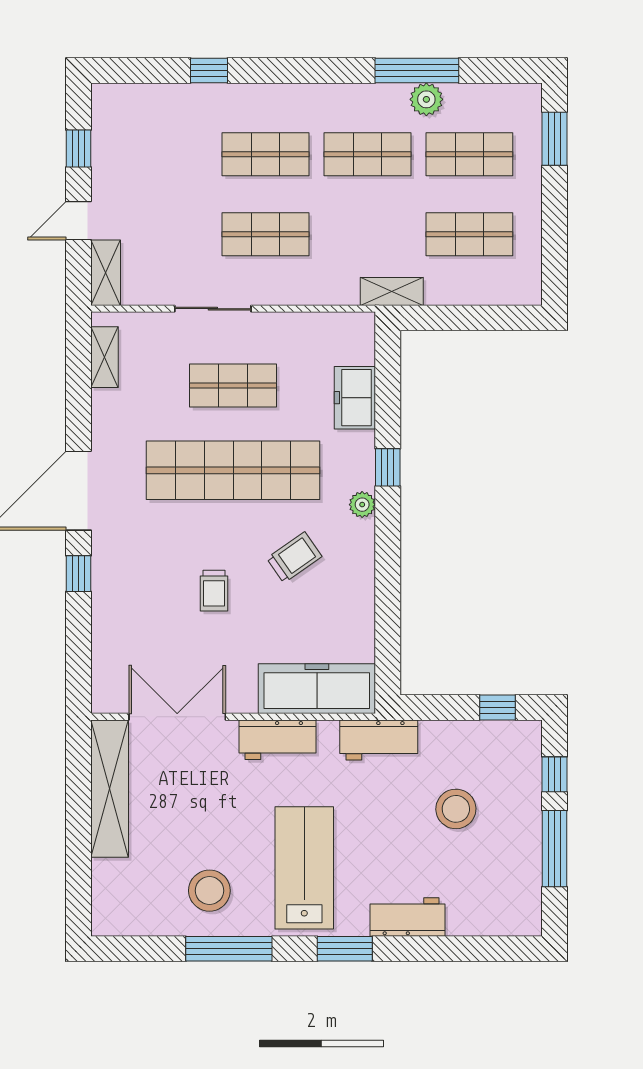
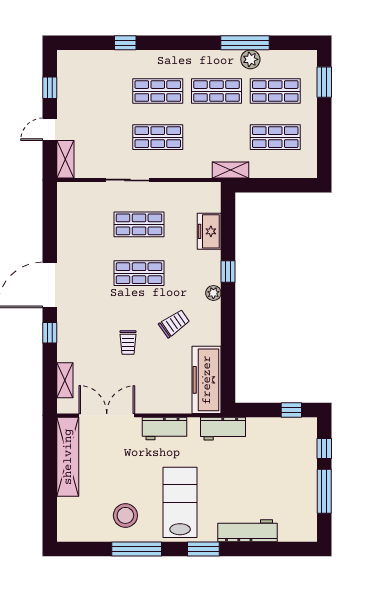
shelving: (104, 357) -> (65, 380), moved
shop shelf: (233, 470) -> (139, 273), width x0.50, depth x0.74
freezer: (317, 689) -> (207, 380), moved, turned -90
stool: (456, 809) -> (267, 468), removed
workbench: (407, 917) -> (248, 531), width x1.38

